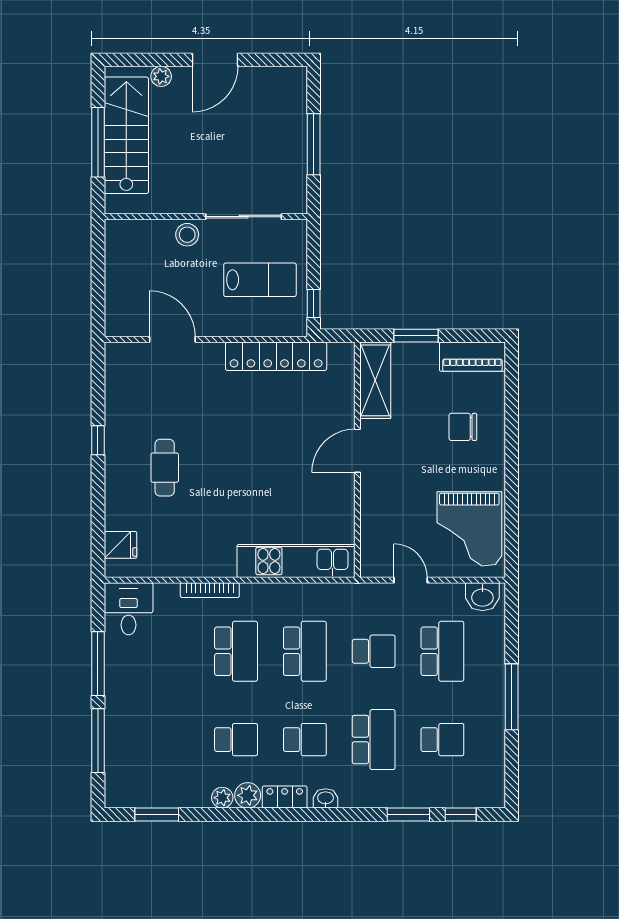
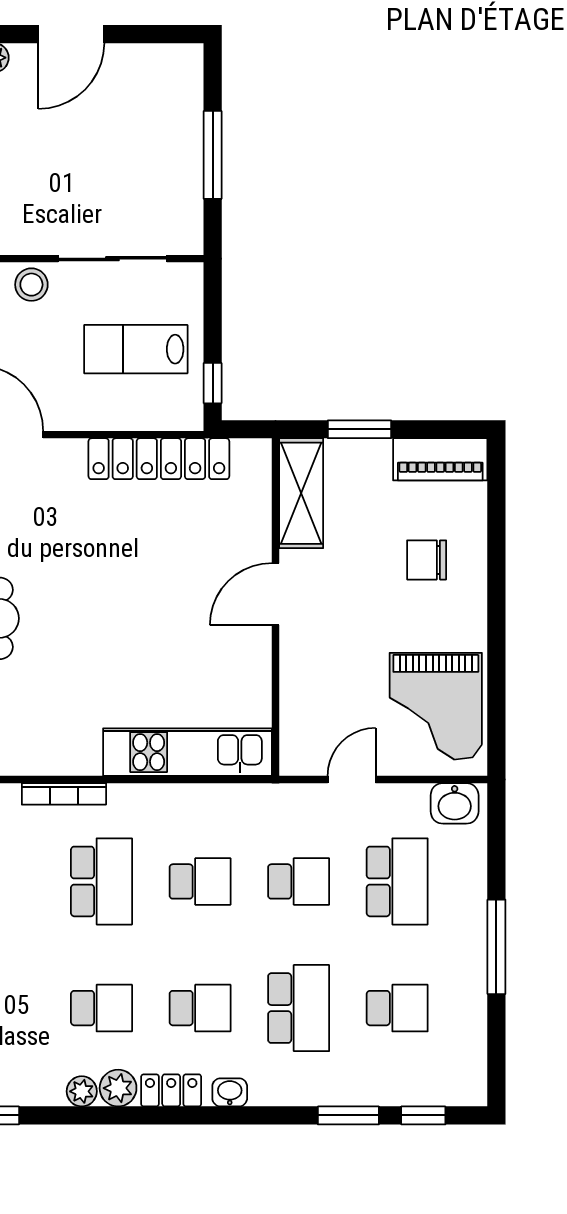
lab bench: (260, 280) -> (136, 349), turned 180
door: (411, 580) -> (352, 780), hinge flipped
school desk: (305, 651) -> (200, 881), width x0.54

